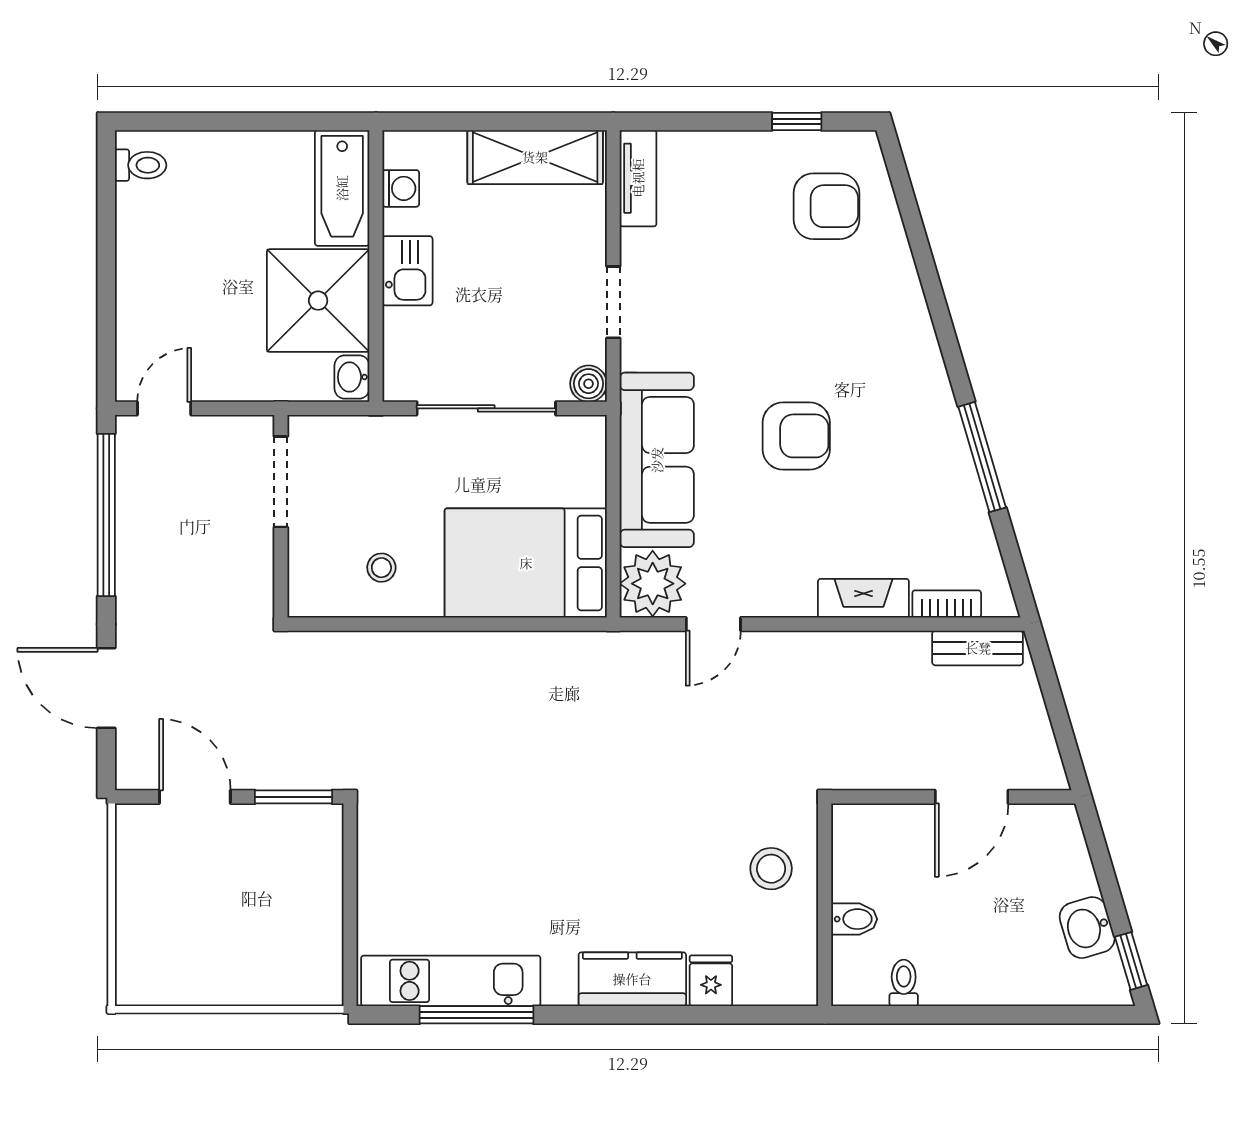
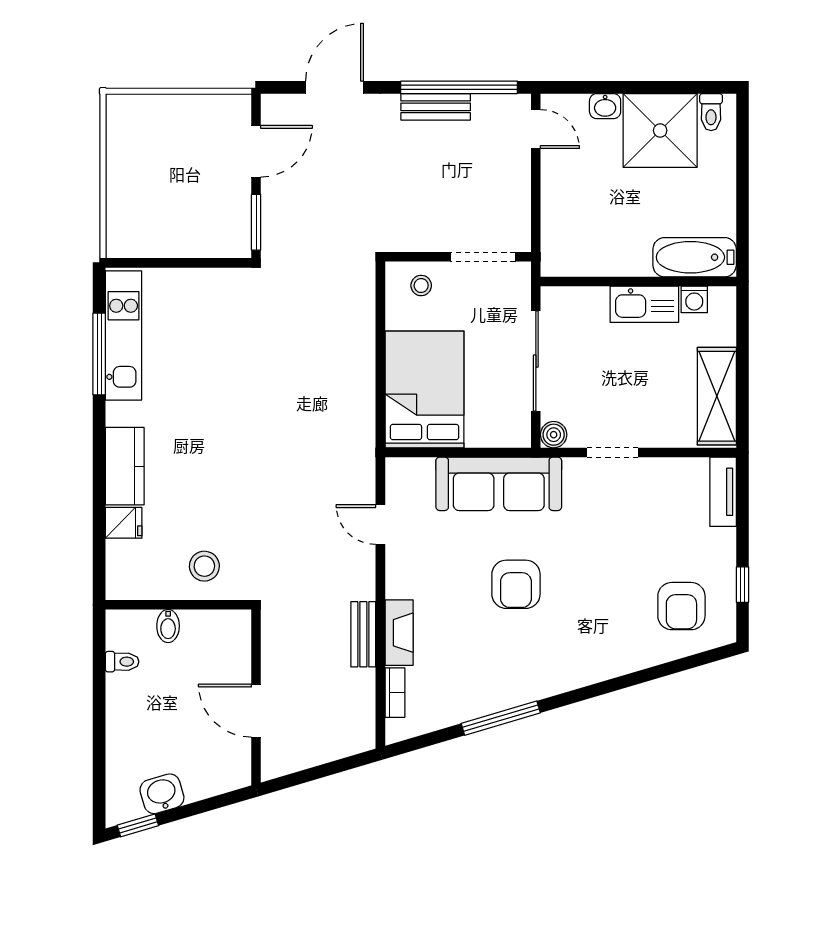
tv unit: (638, 178) -> (723, 492), moved, turned 90
kitchen sink: (407, 271) -> (644, 304), width x1.38
shower: (318, 301) -> (660, 130), moved
washbasin: (352, 377) -> (605, 106), moved, turned 180
doorway: (281, 482) -> (483, 257), moved
wall: (281, 516) -> (458, 257), moved
bench: (133, 548) -> (436, 107), added
plant: (653, 584) -> (410, 481), removed
bench: (978, 648) -> (363, 634), moved

